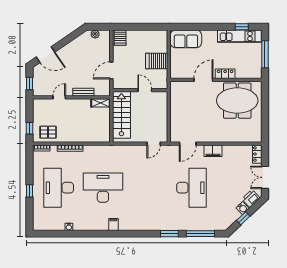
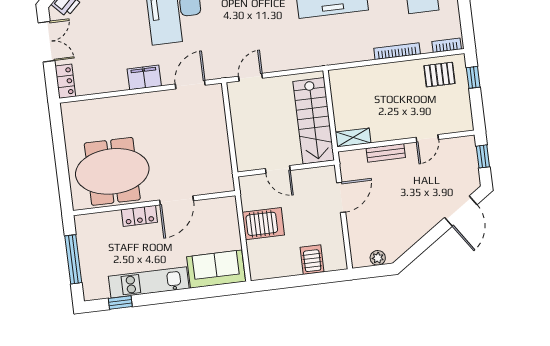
kitchen unit: (240, 36) -> (149, 282), moved
server rack: (120, 38) -> (312, 260), moved
door: (46, 55) -> (461, 211), swing flipped

